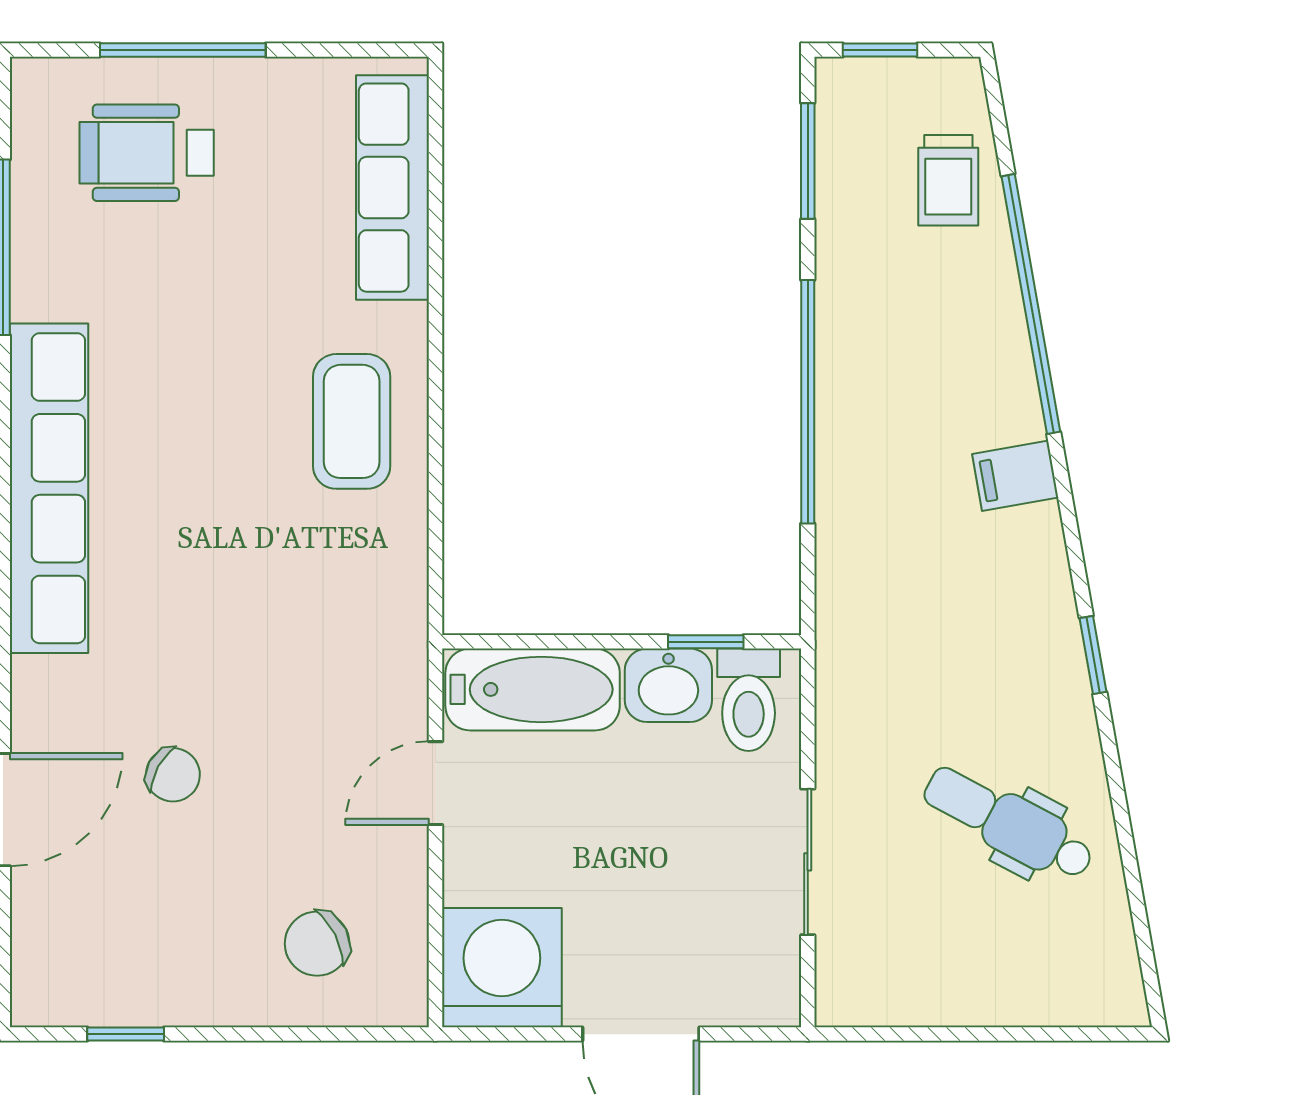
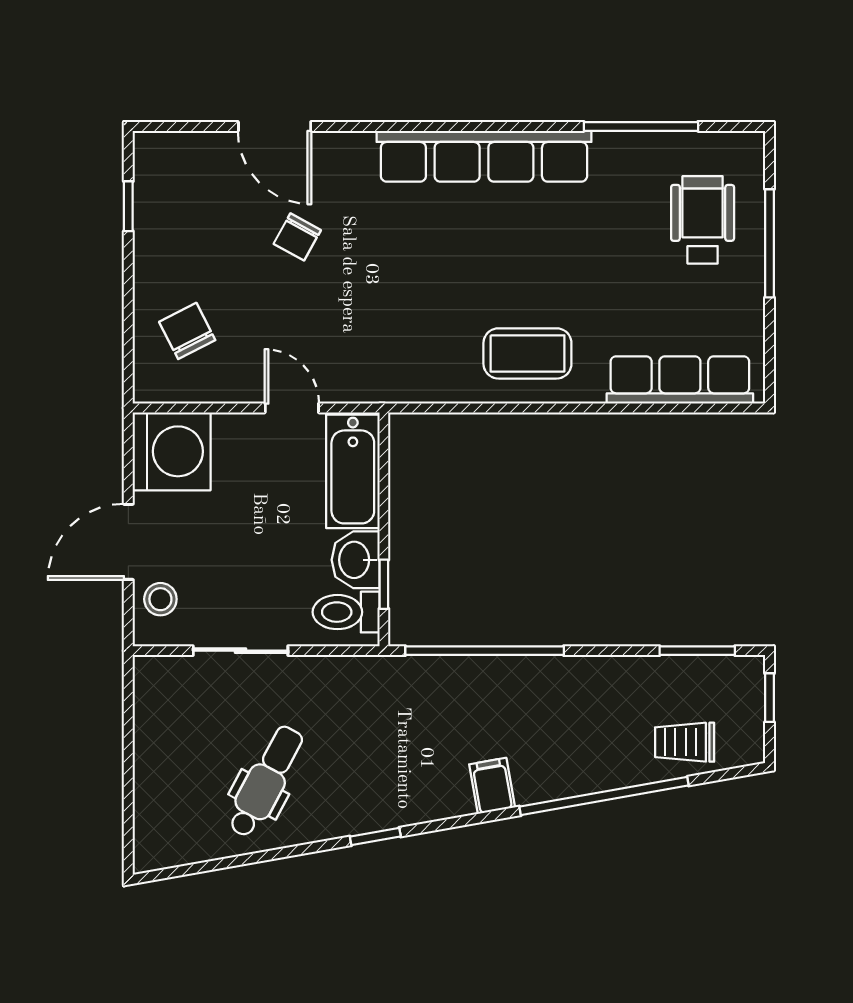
window: (808, 402) -> (485, 651), moved
stool: (729, 985) -> (160, 599), added

